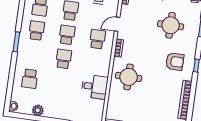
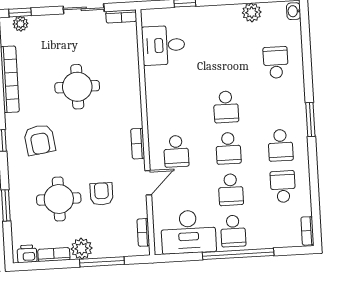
armchair: (145, 23) -> (102, 194), added
armchair: (175, 62) -> (40, 140), turned -98
round table: (129, 77) -> (77, 87), moved
desk: (95, 87) -> (163, 45), moved

